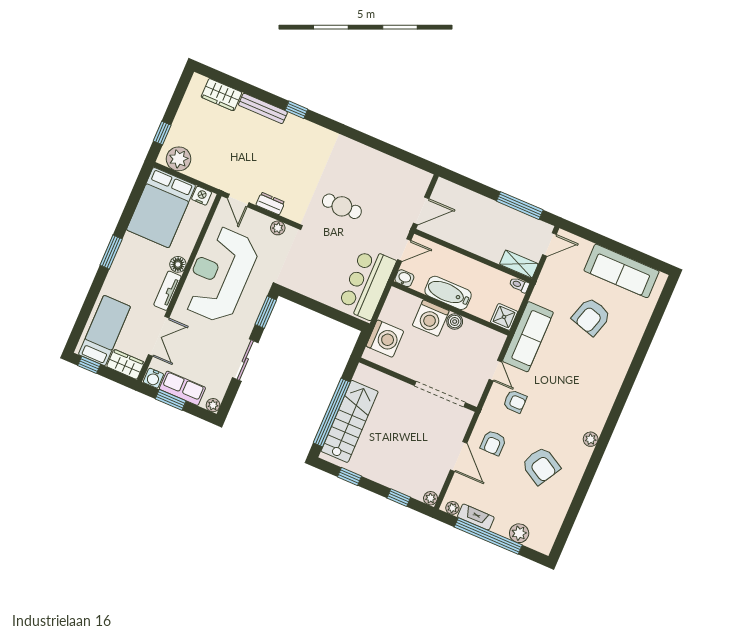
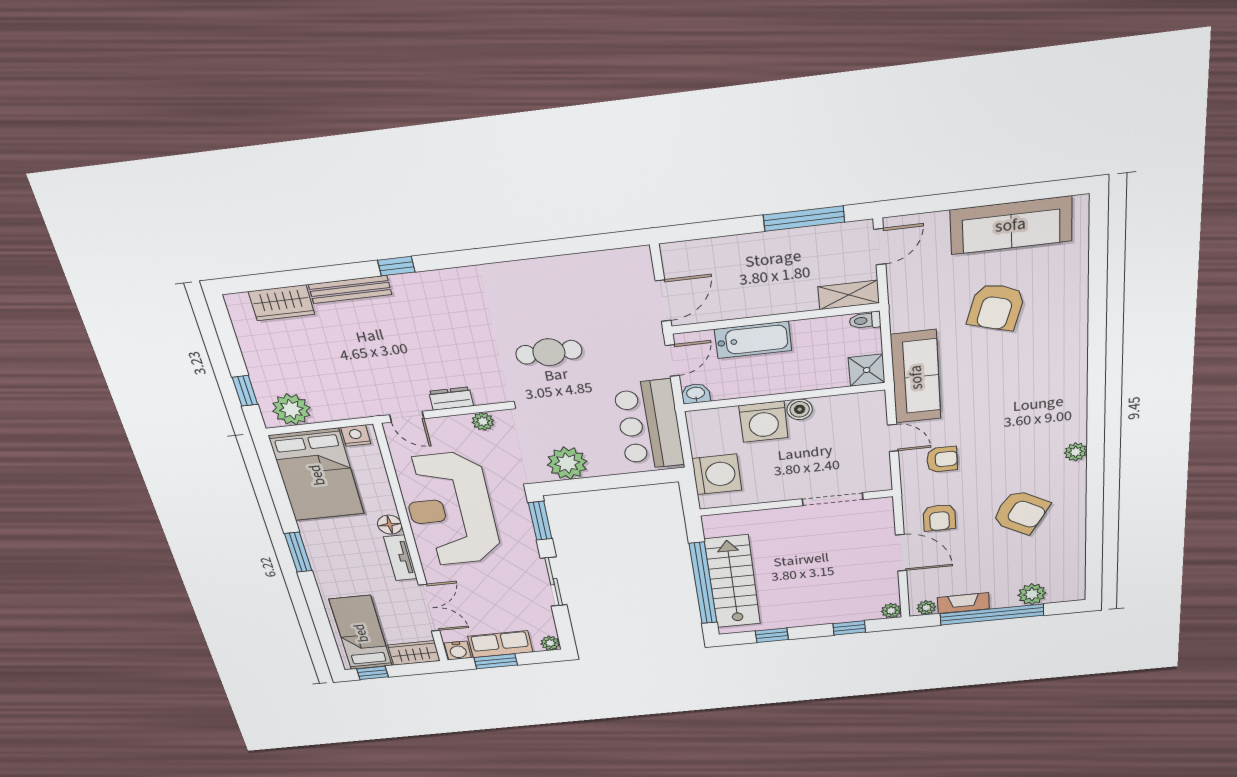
plant: (306, 282) -> (567, 463), added
bathtub: (448, 293) -> (753, 340), moved, turned 180
doorway: (440, 394) -> (832, 499), width x0.73

